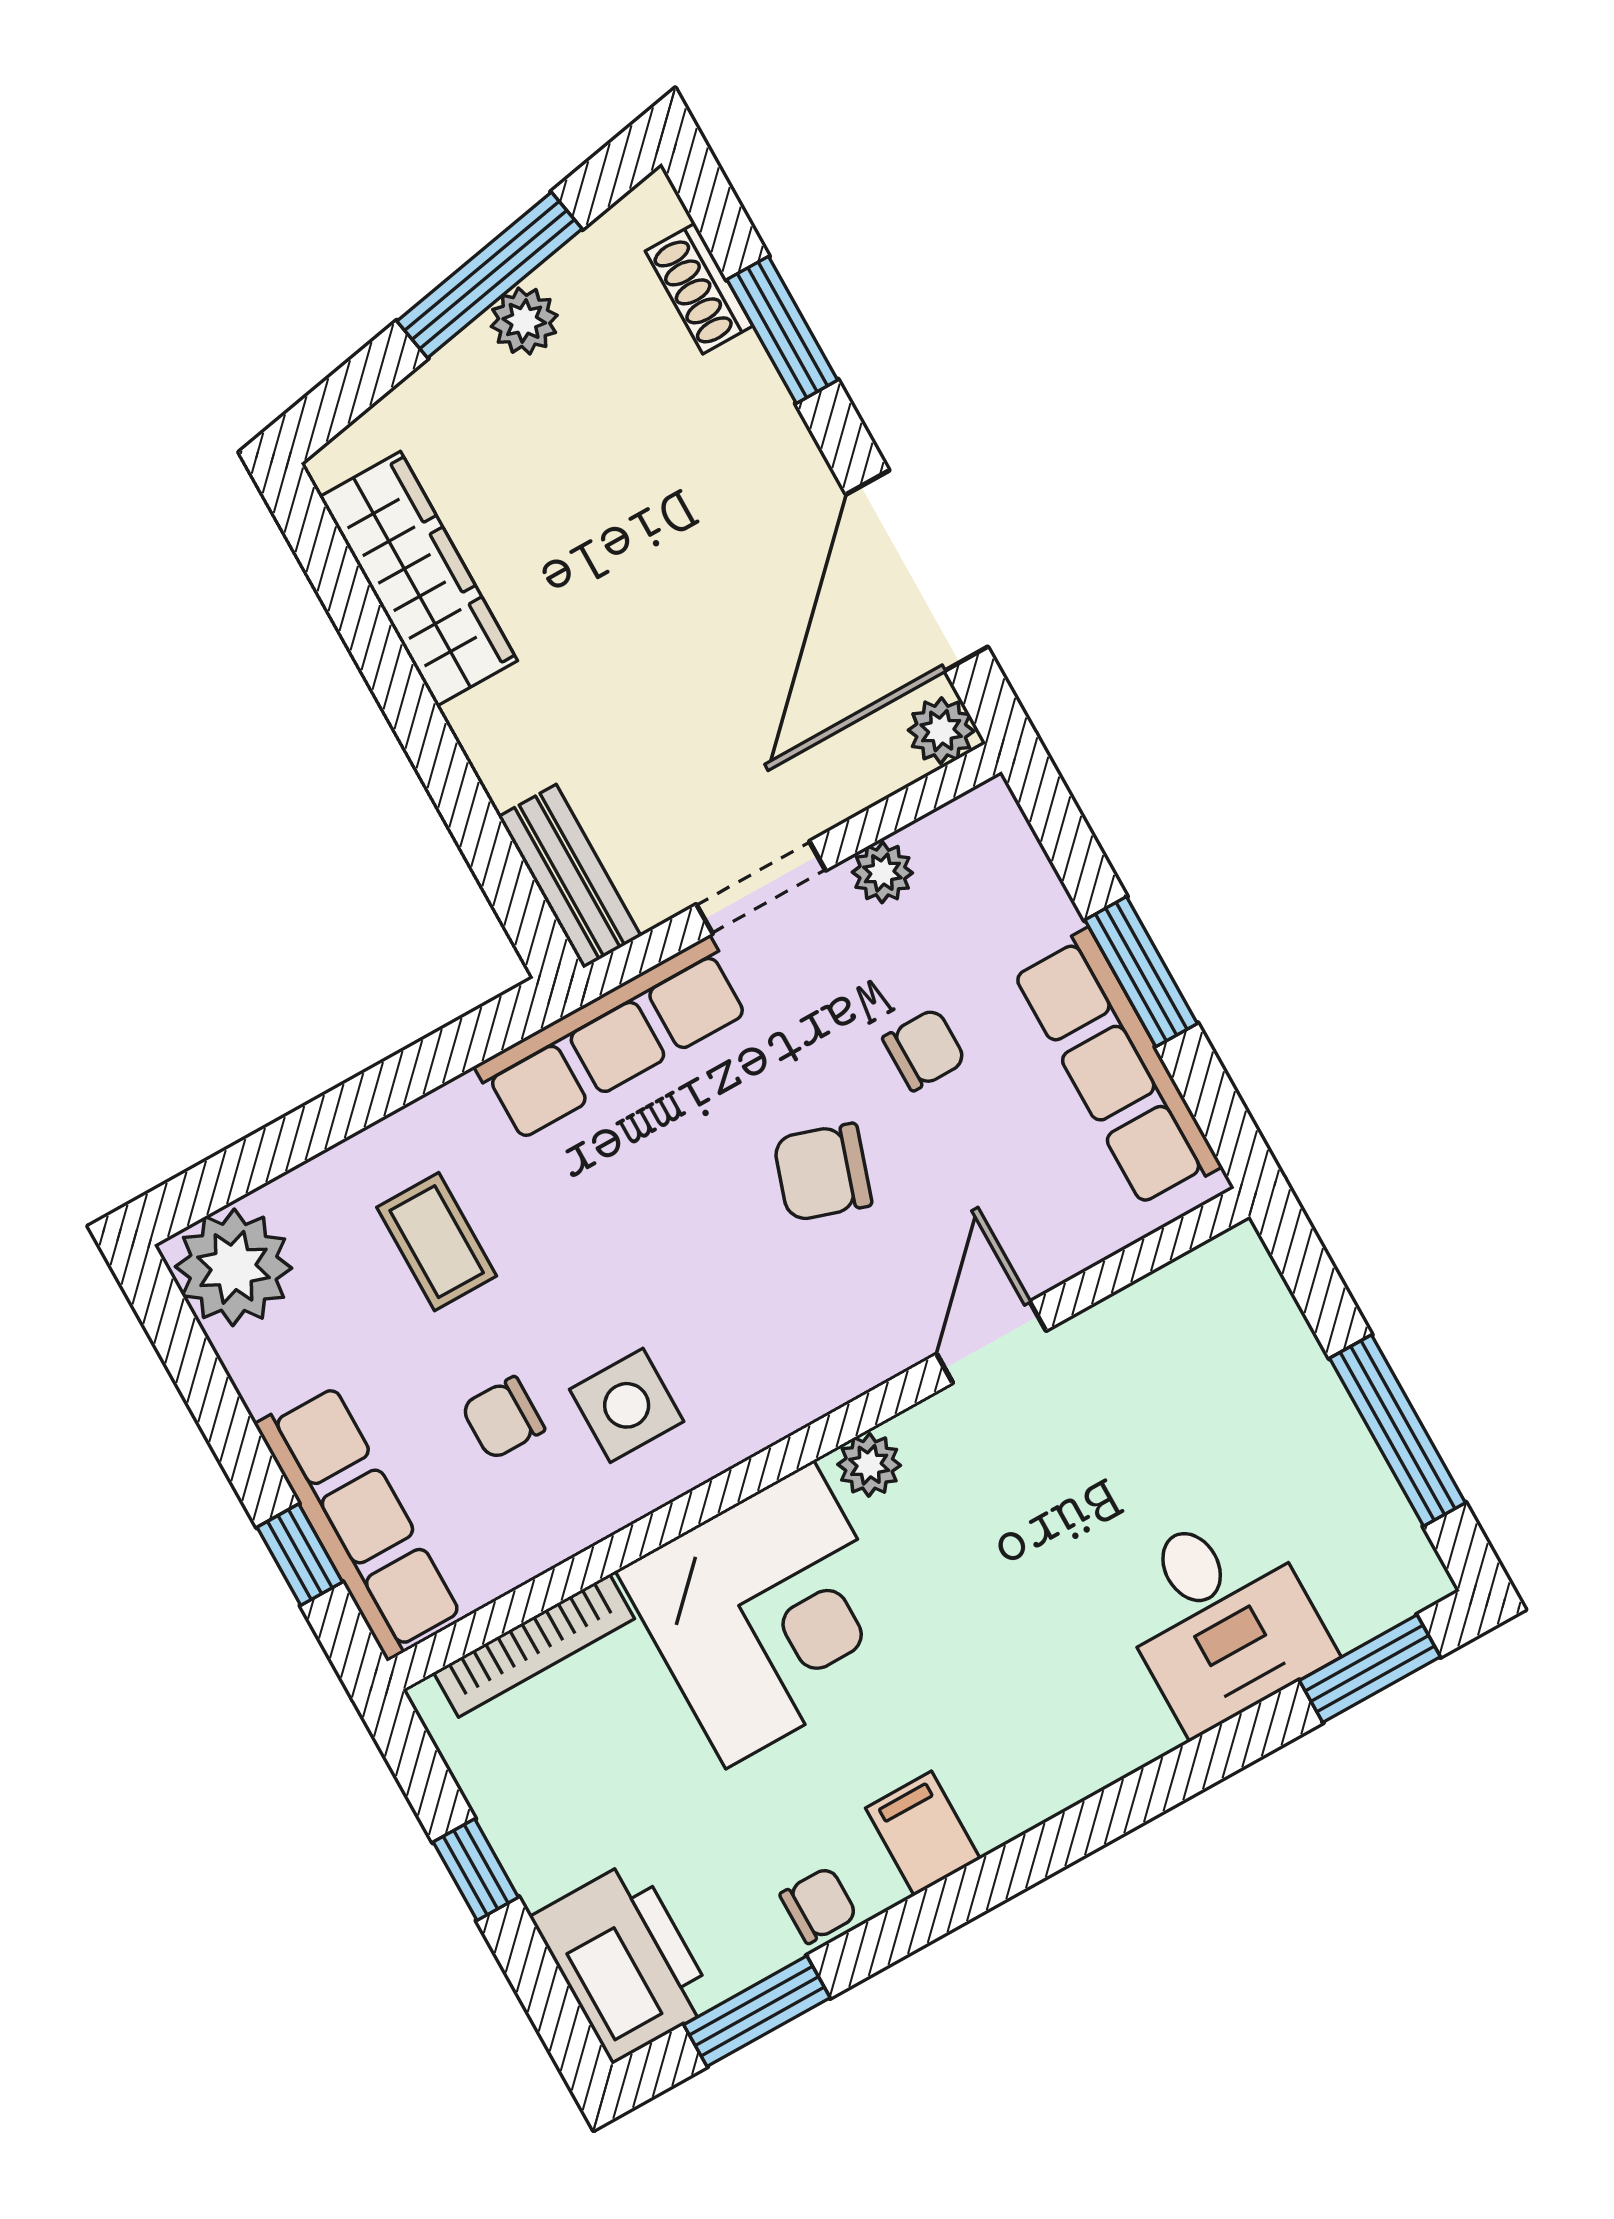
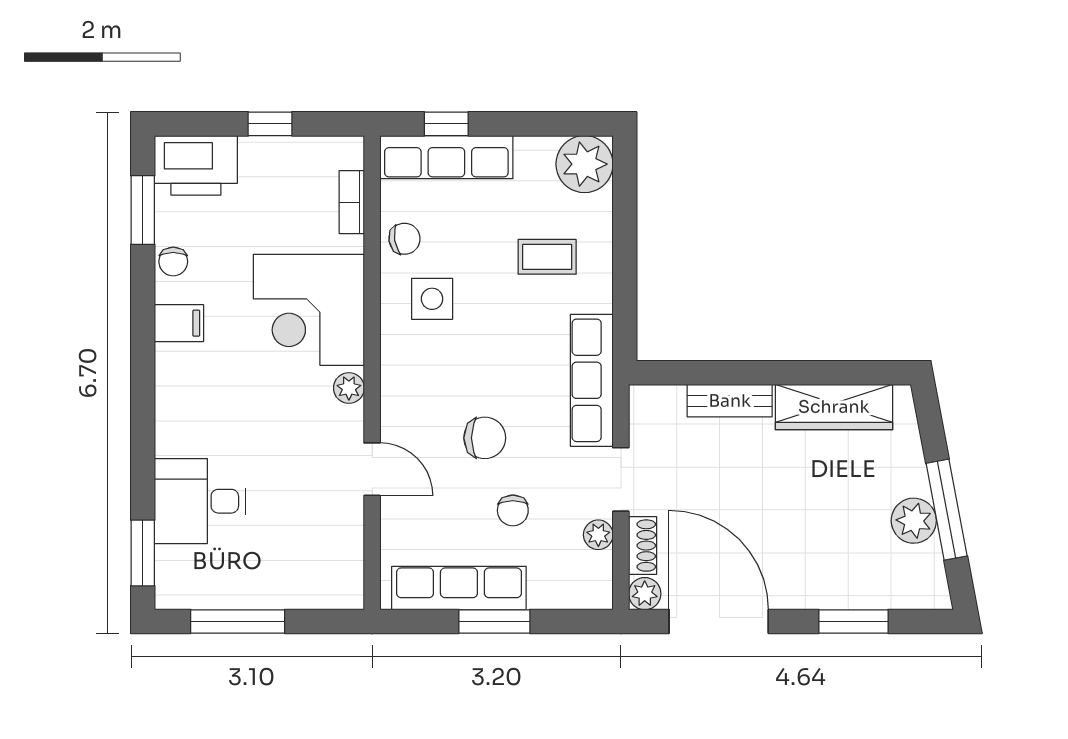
shoe rack: (699, 289) -> (643, 546), moved, turned 90
plant: (524, 321) -> (914, 521), width x1.38, depth x1.38
bench: (570, 876) -> (730, 401), moved
chair: (823, 1172) -> (485, 438), turned 72
chair: (503, 1418) -> (405, 239), moved, turned 81
bookcase: (534, 1646) -> (352, 202), width x0.64

